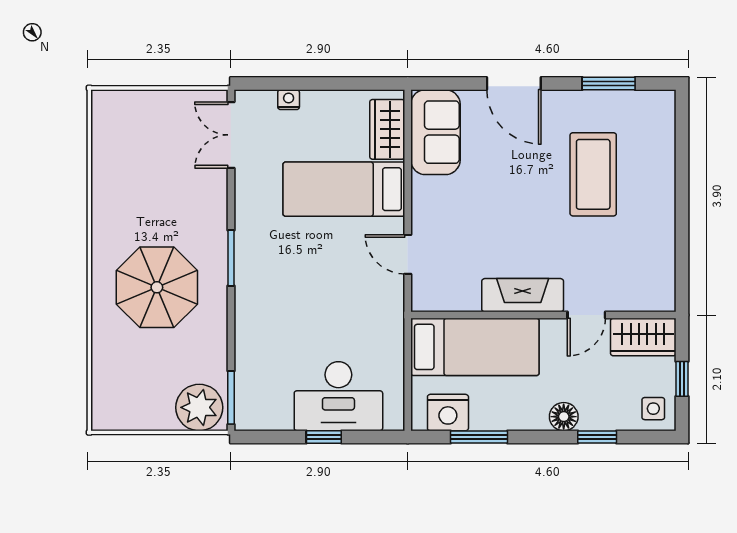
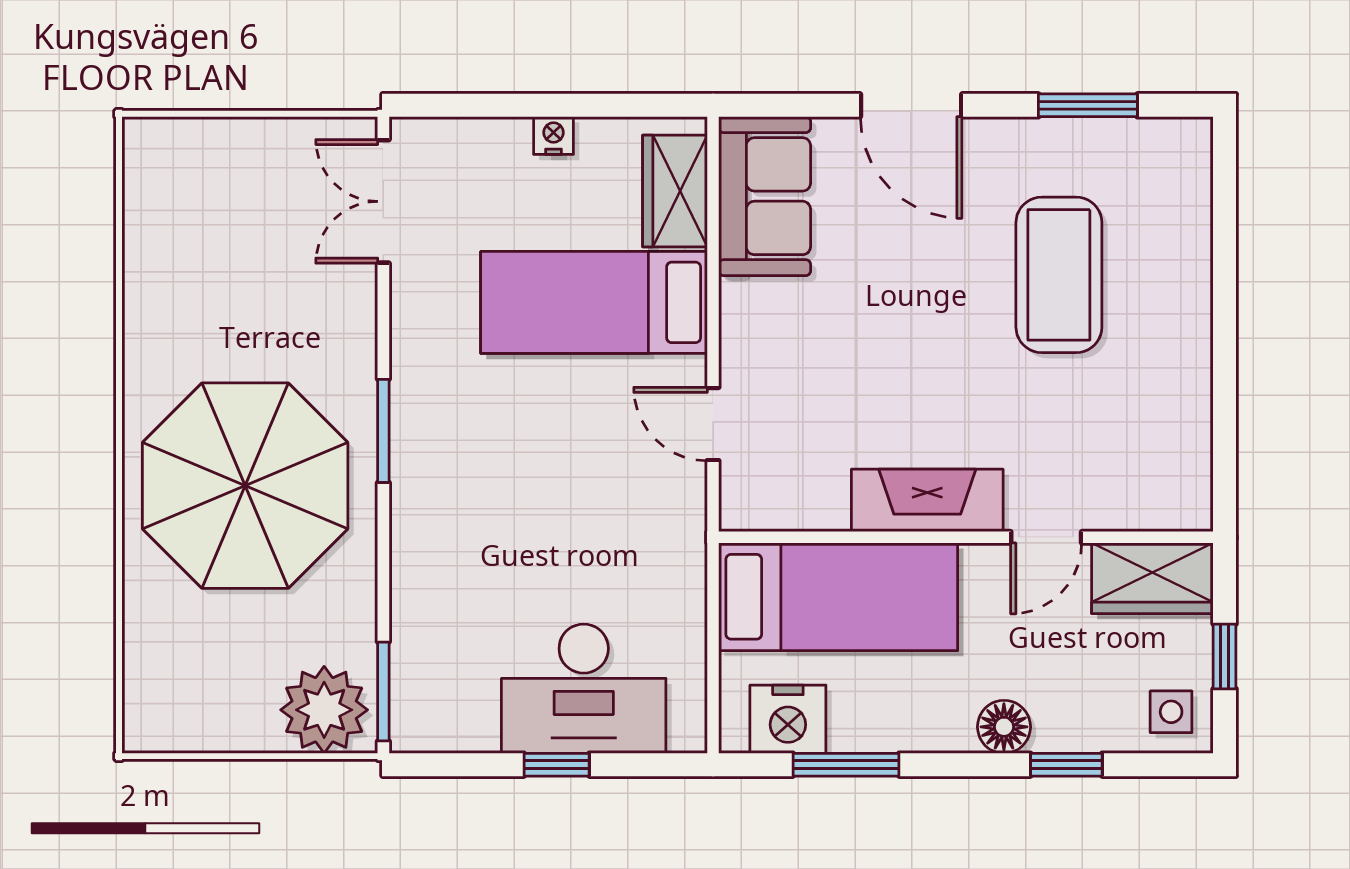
nightstand: (289, 100) -> (554, 136), moved
parasol: (157, 287) -> (245, 486), width x1.36, depth x1.36

